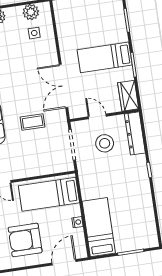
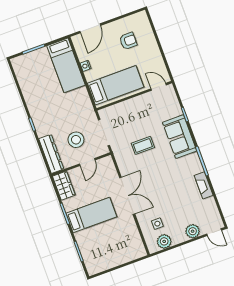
double door: (63, 86) -> (127, 196), moved
door: (97, 116) -> (87, 162), hinge flipped
armchair: (25, 240) -> (128, 41), width x0.53, depth x0.53

